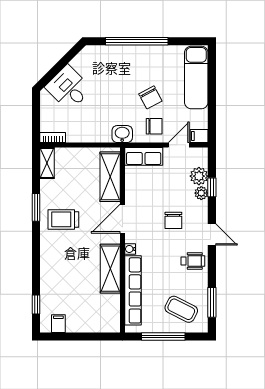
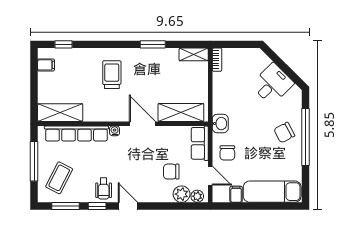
desk: (69, 88) -> (272, 84), moved
chair: (150, 97) -> (284, 133), moved
filing cabinet: (199, 136) -> (236, 194), moved
window: (212, 187) -> (97, 206), moved
plant: (201, 193) -> (197, 196), moved
trolley: (63, 219) -> (112, 75), moved
chair: (173, 220) -> (171, 172), moved
door: (212, 234) -> (128, 206), swing flipped
shelving: (110, 269) -> (60, 113), moved

